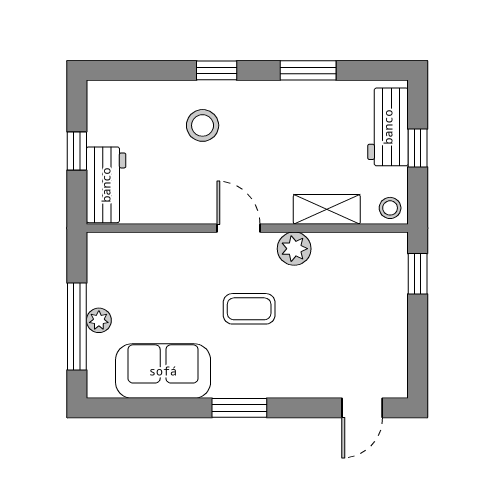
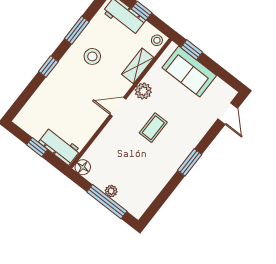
stool: (203, 125) -> (92, 56), moved
floor lamp: (101, 247) -> (83, 167), added
sofa: (163, 371) -> (189, 72), moved, turned -90

